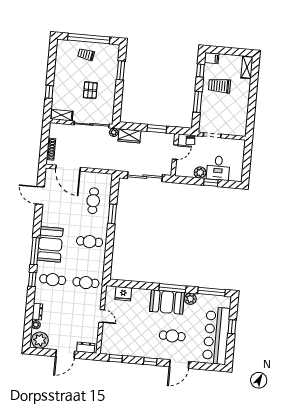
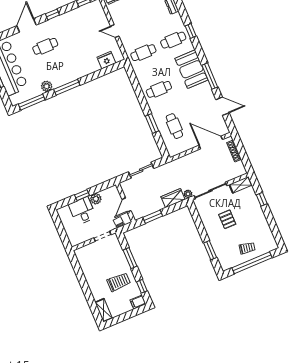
sliding door: (145, 177) -> (141, 170), width x0.73
window: (35, 251) -> (210, 76), moved
booth: (167, 302) -> (65, 73), removed

